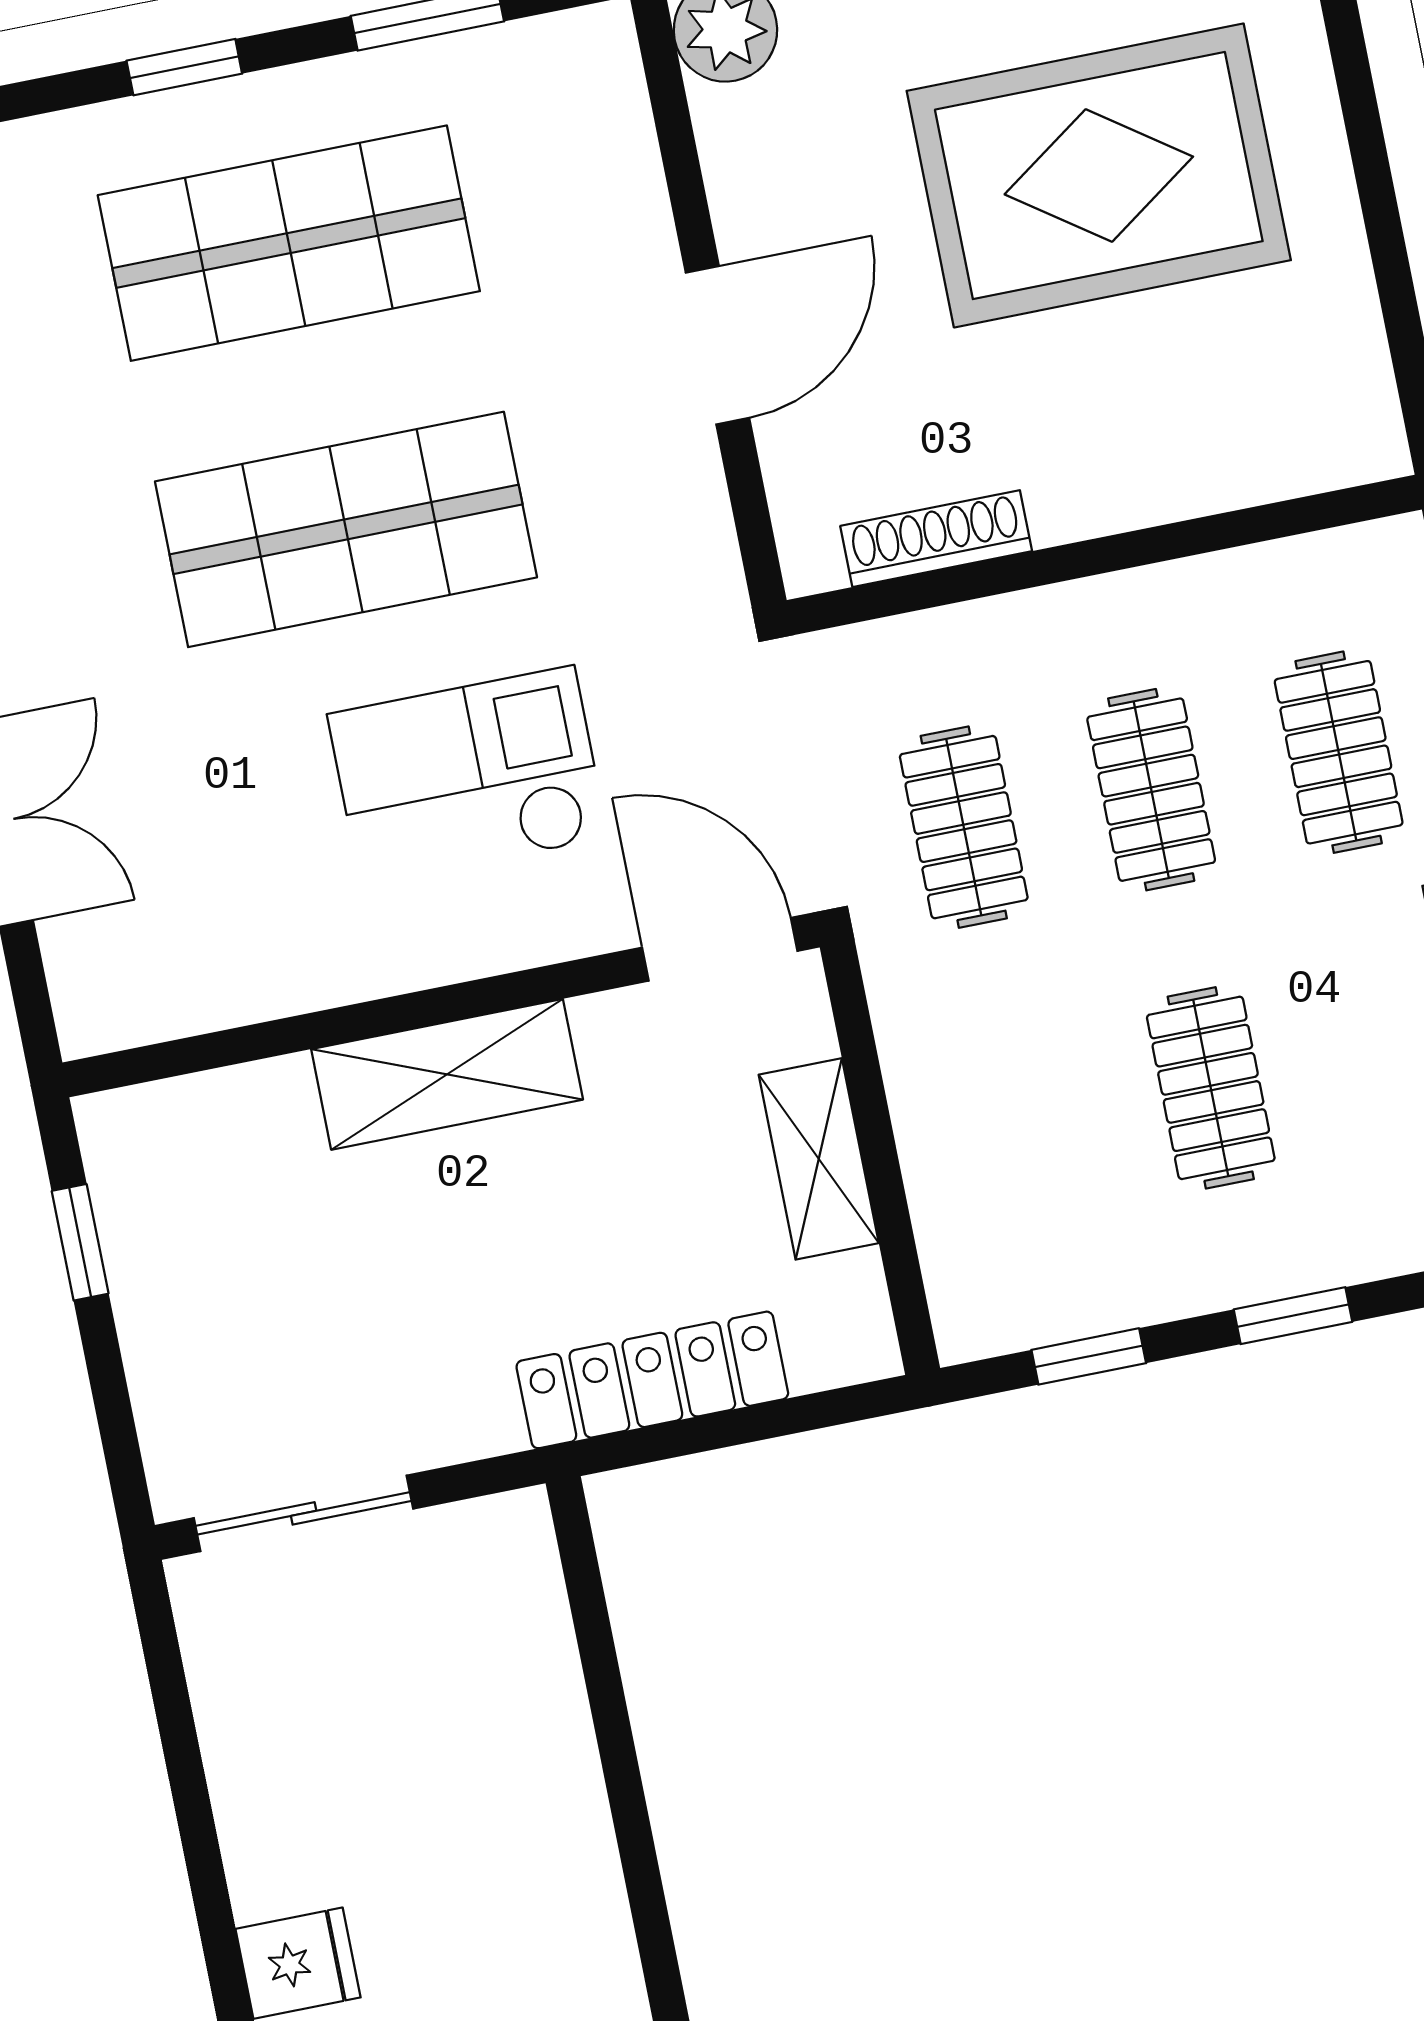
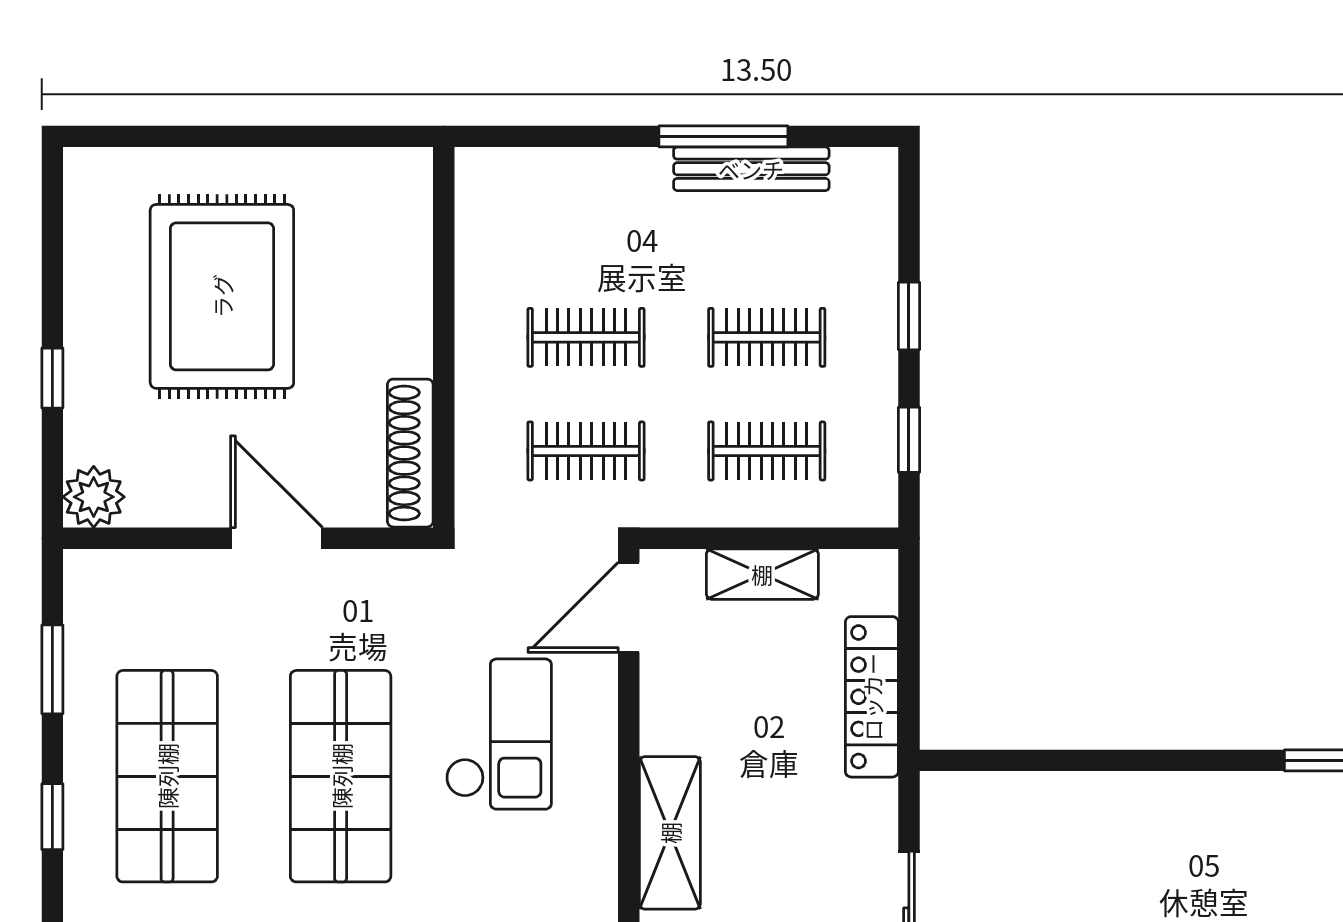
shoe rack: (936, 539) -> (410, 453), width x1.36, depth x1.24
clothes rail: (1339, 752) -> (767, 451), moved
checkout: (468, 776) -> (499, 734), turned 180
shelving: (447, 1074) -> (670, 833), moved

